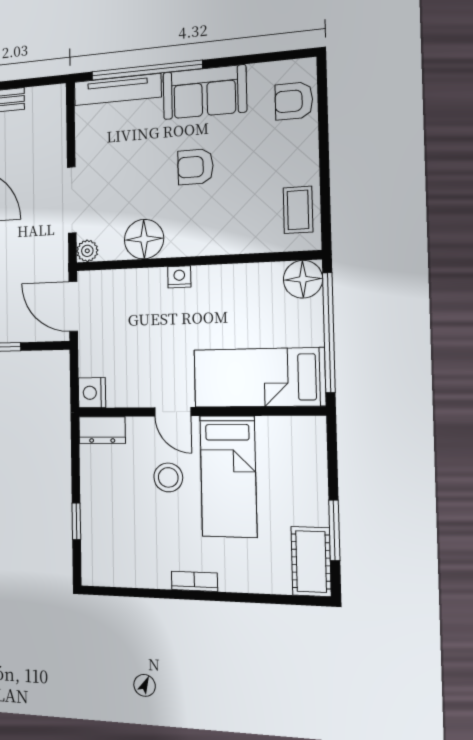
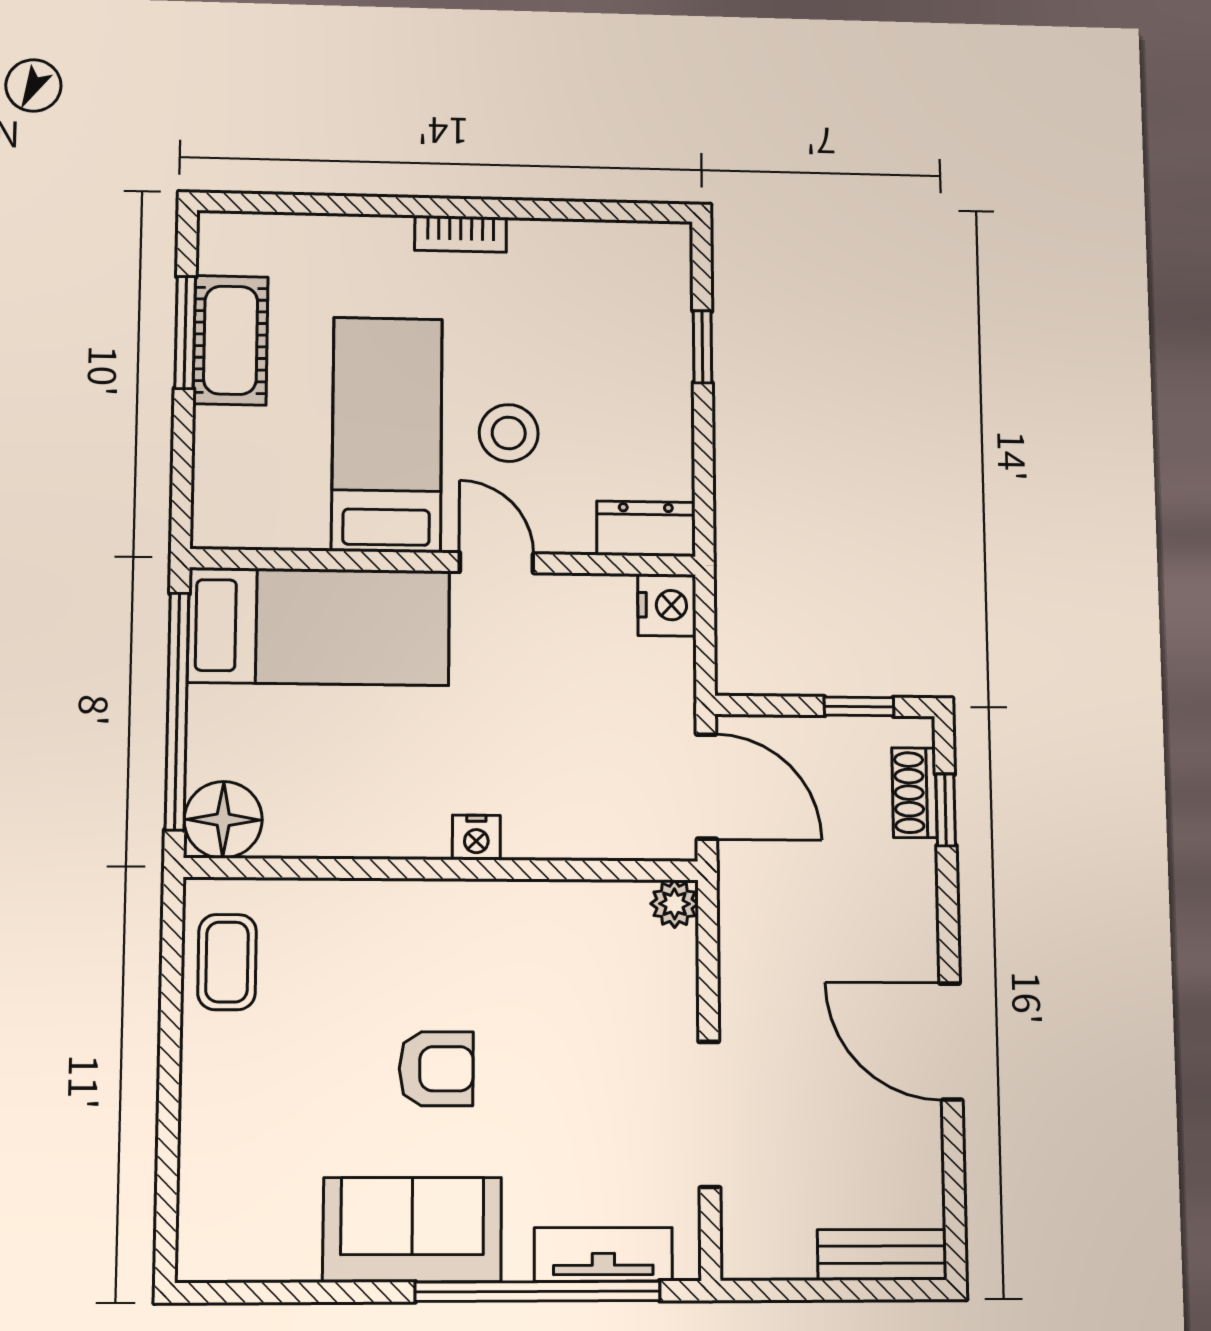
tv unit: (117, 89) -> (603, 1254), width x0.71
armchair: (294, 101) -> (225, 1193), removed
doorway: (72, 200) -> (709, 1114), moved
floor lamp: (144, 239) -> (550, 921), removed
cot: (311, 561) -> (231, 340), moved

